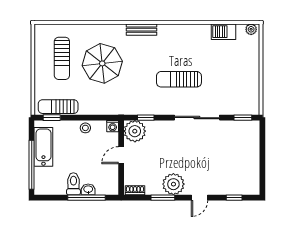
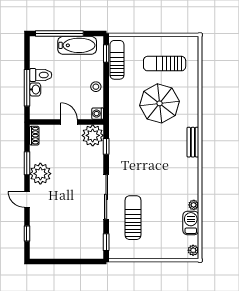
plant: (205, 29) -> (194, 205), added
sun lounger: (179, 79) -> (133, 218), moved

